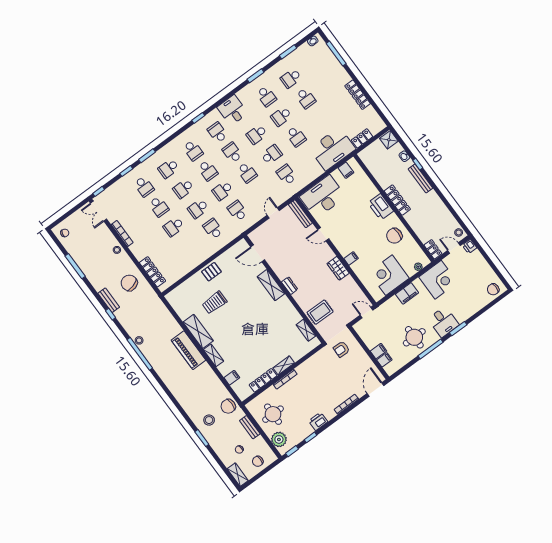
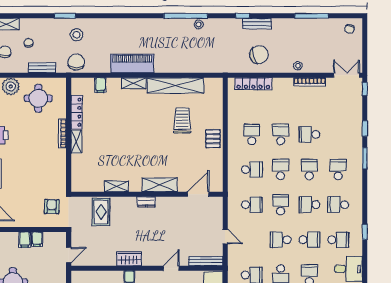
school desk: (144, 187) -> (252, 134), moved, turned 90
shelving: (306, 330) -> (117, 186), moved
shelving: (198, 331) -> (175, 85), width x1.47
piano: (188, 350) -> (132, 64), moved
filing cabinet: (384, 360) -> (37, 239), moved

